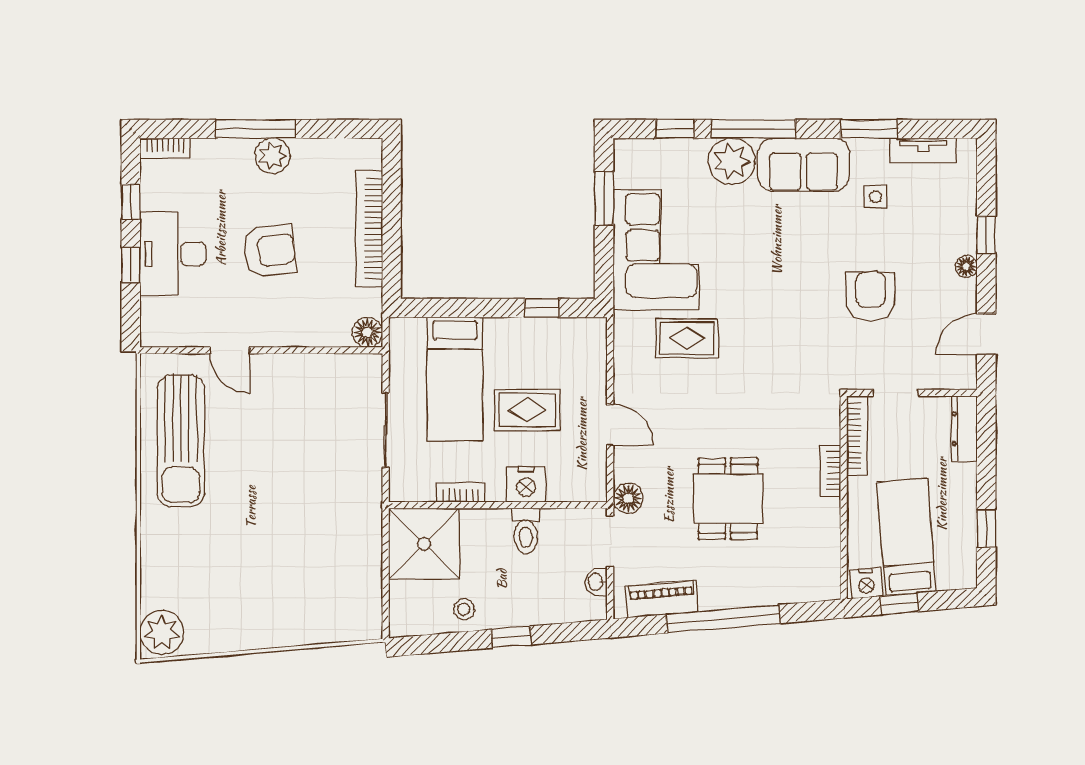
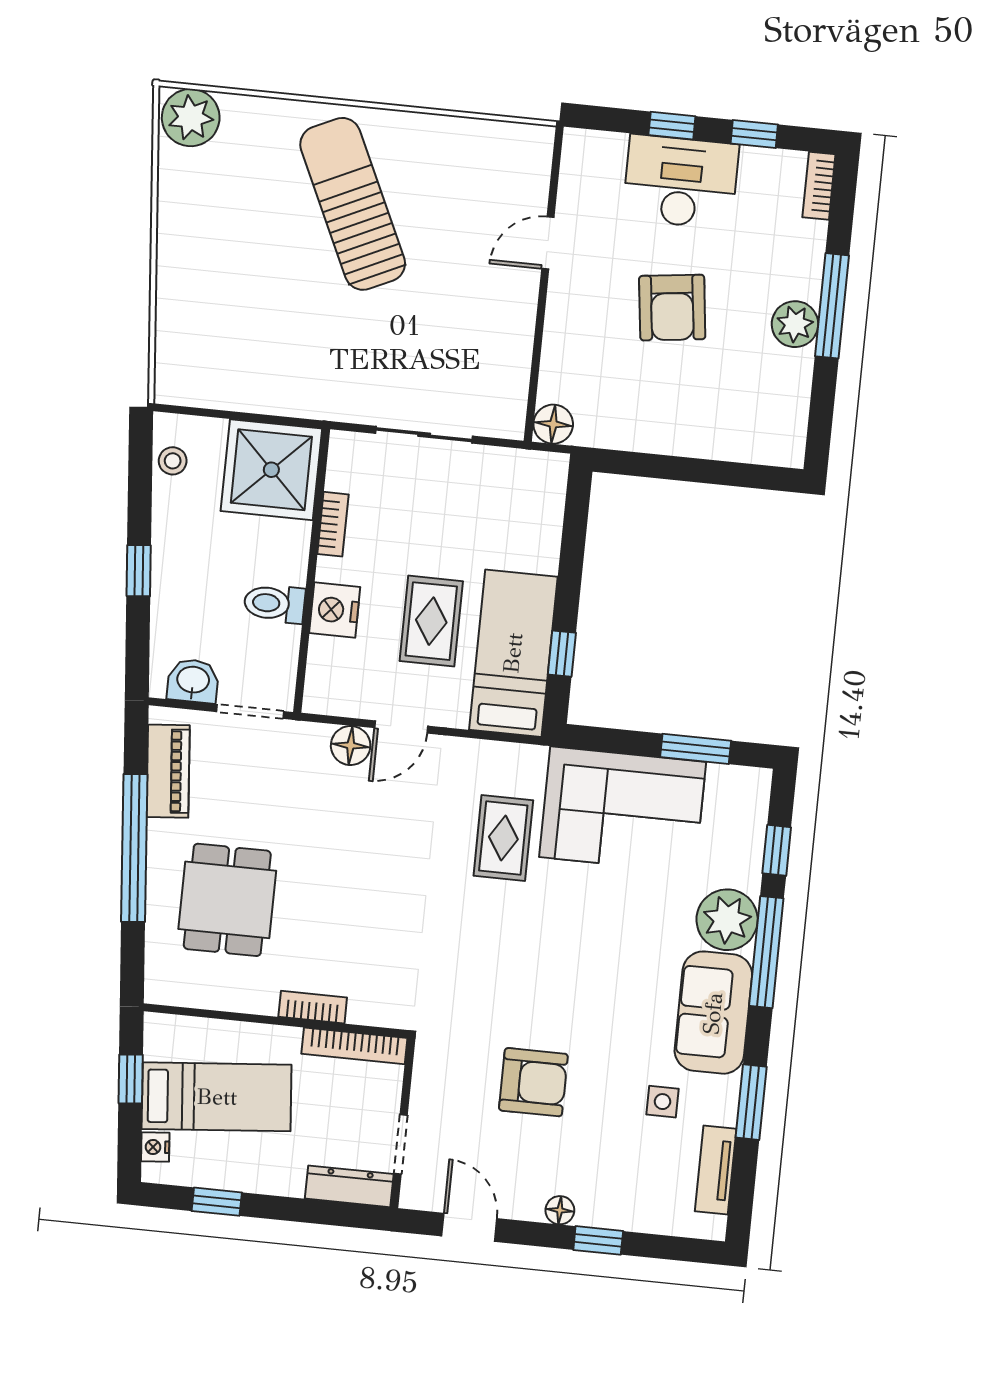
bookcase: (369, 229) -> (688, 440), removed
bed: (455, 379) -> (513, 653), moved, turned 90
doorway: (896, 393) -> (401, 1144), moved
sun lounger: (181, 441) -> (353, 204), moved, turned 65
floor lamp: (628, 498) -> (351, 746), moved
dining table: (728, 499) -> (227, 900), moved, turned 90
washbasin: (596, 582) -> (193, 681), width x1.38, depth x1.45
nightstand: (866, 583) -> (155, 1147), moved, width x0.72, depth x0.74
stool: (464, 609) -> (173, 461), moved

